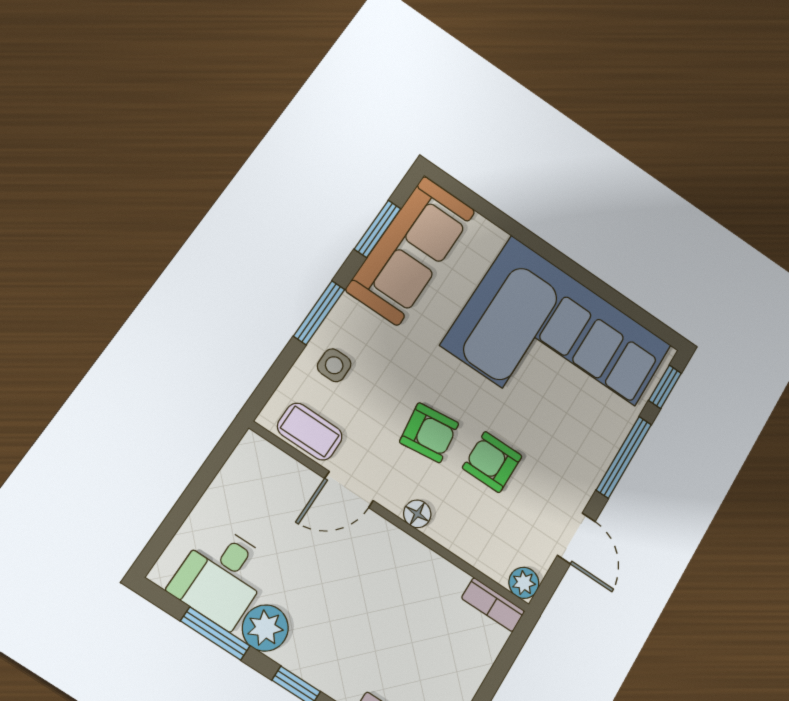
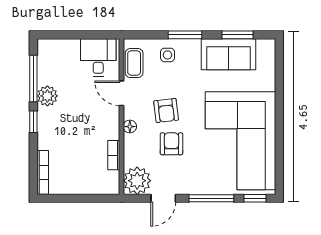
sofa: (411, 250) -> (228, 54), width x0.73
desk: (222, 576) -> (98, 57), moved, turned 90
plant: (524, 583) -> (137, 181), width x1.87, depth x1.87
bookcase: (493, 605) -> (114, 155), moved
window: (215, 633) -> (33, 79), width x1.44

